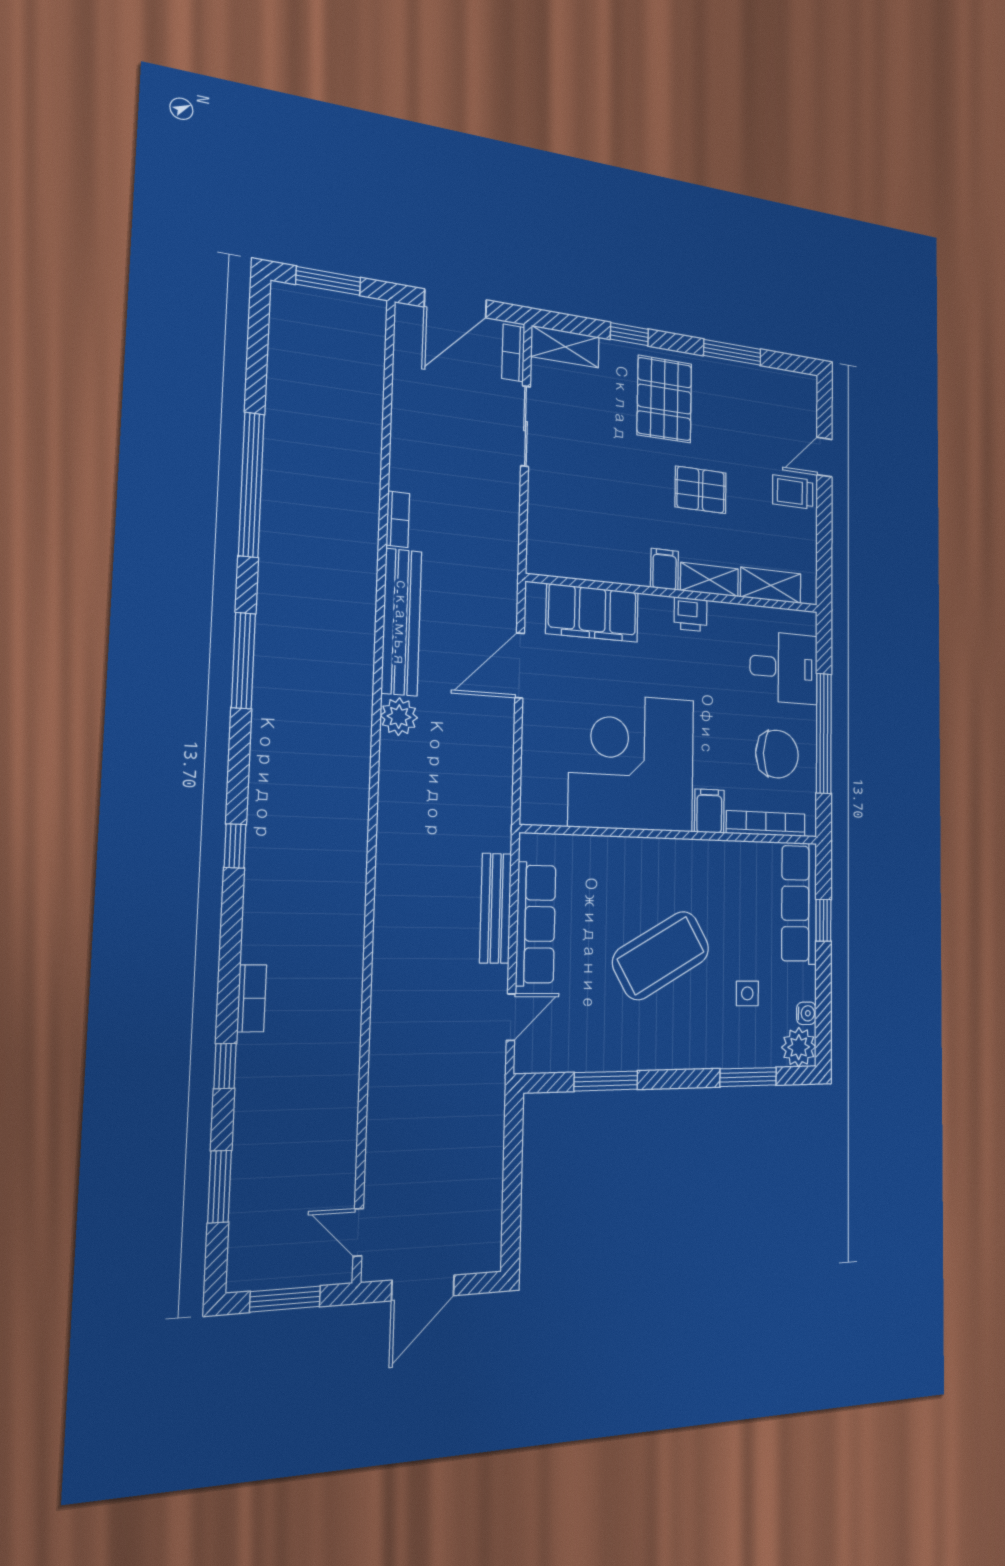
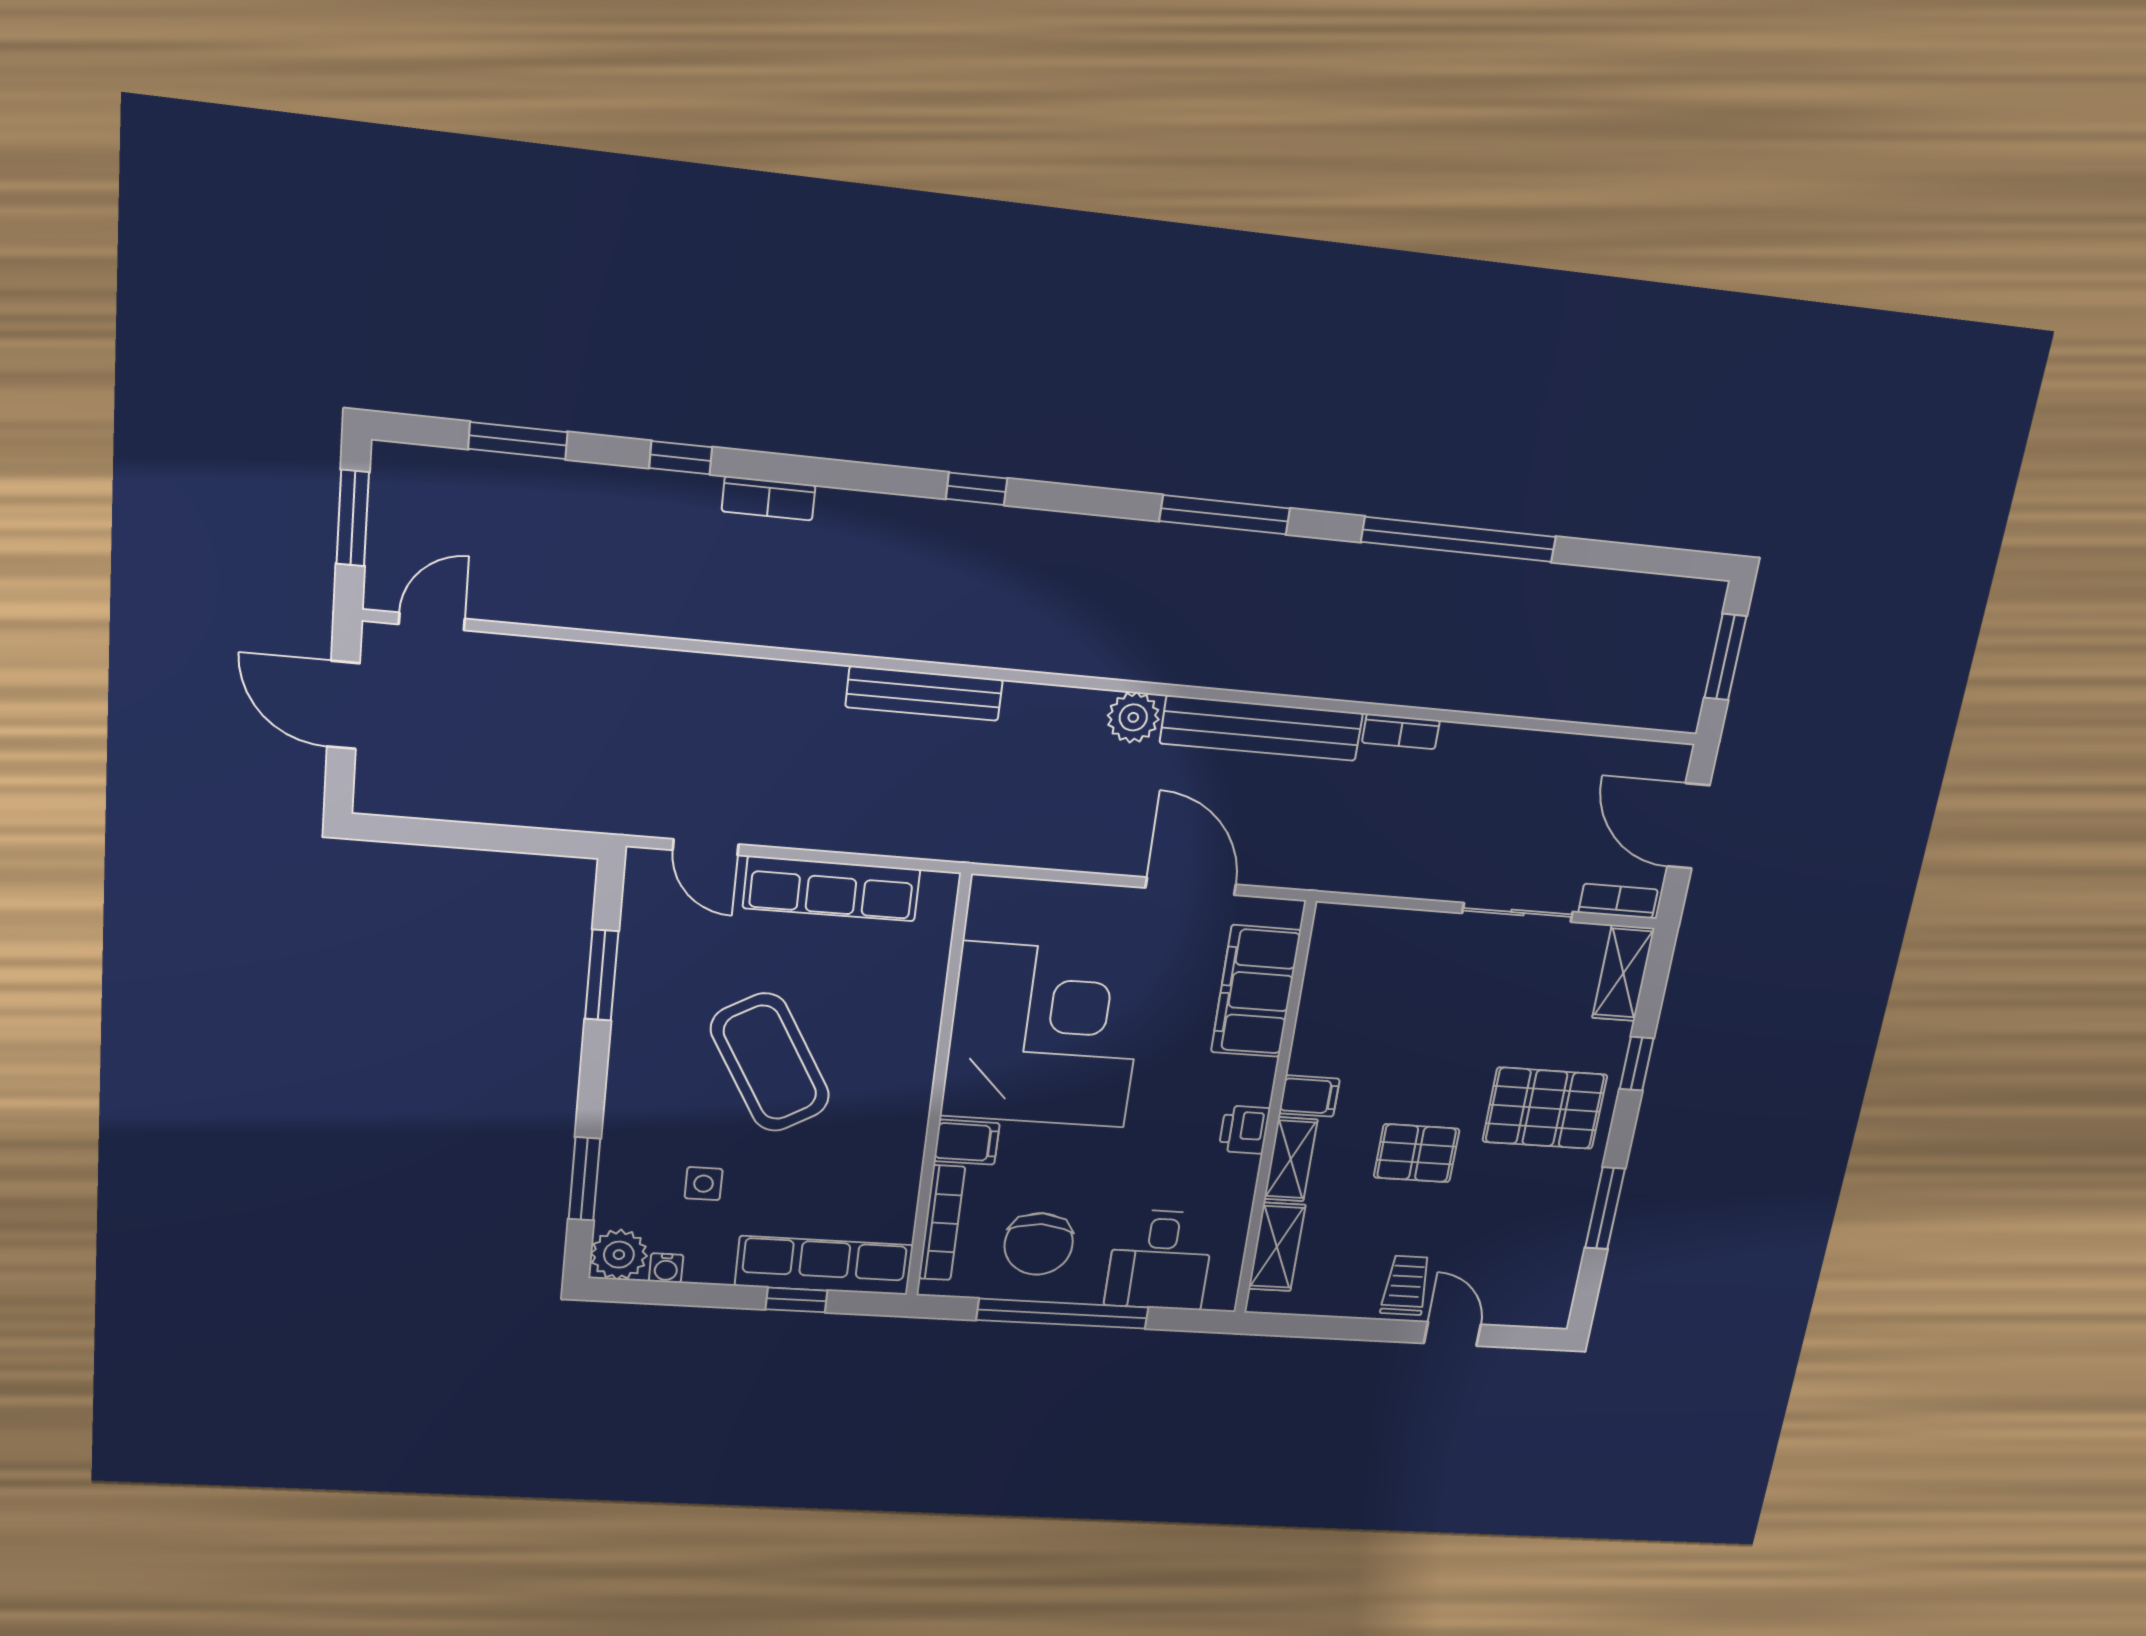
pallet: (701, 490) -> (1417, 1153), turned 90
bench: (496, 908) -> (924, 693), moved

